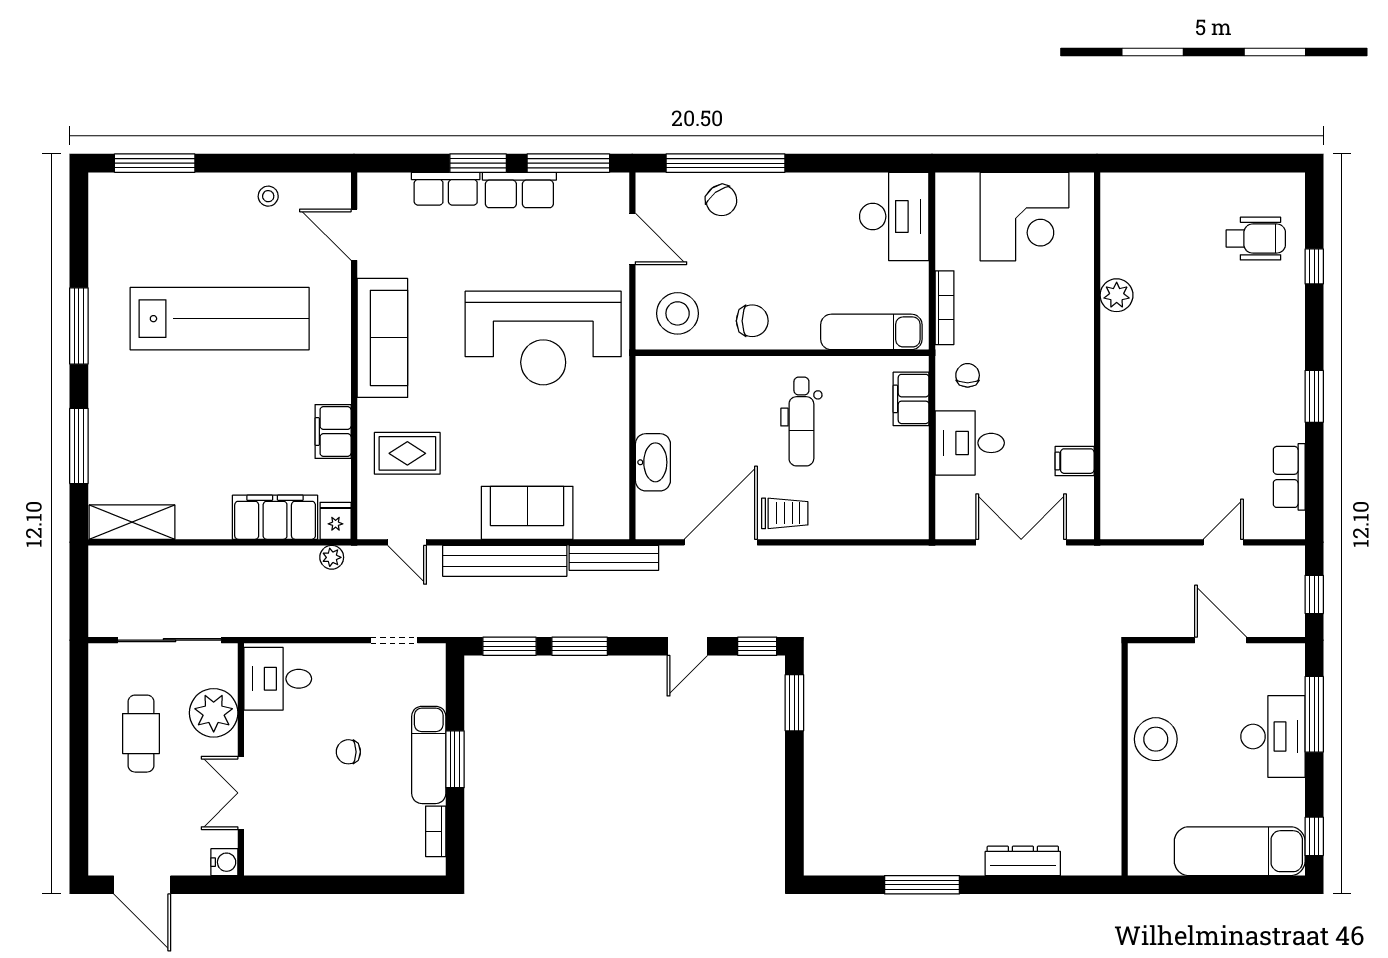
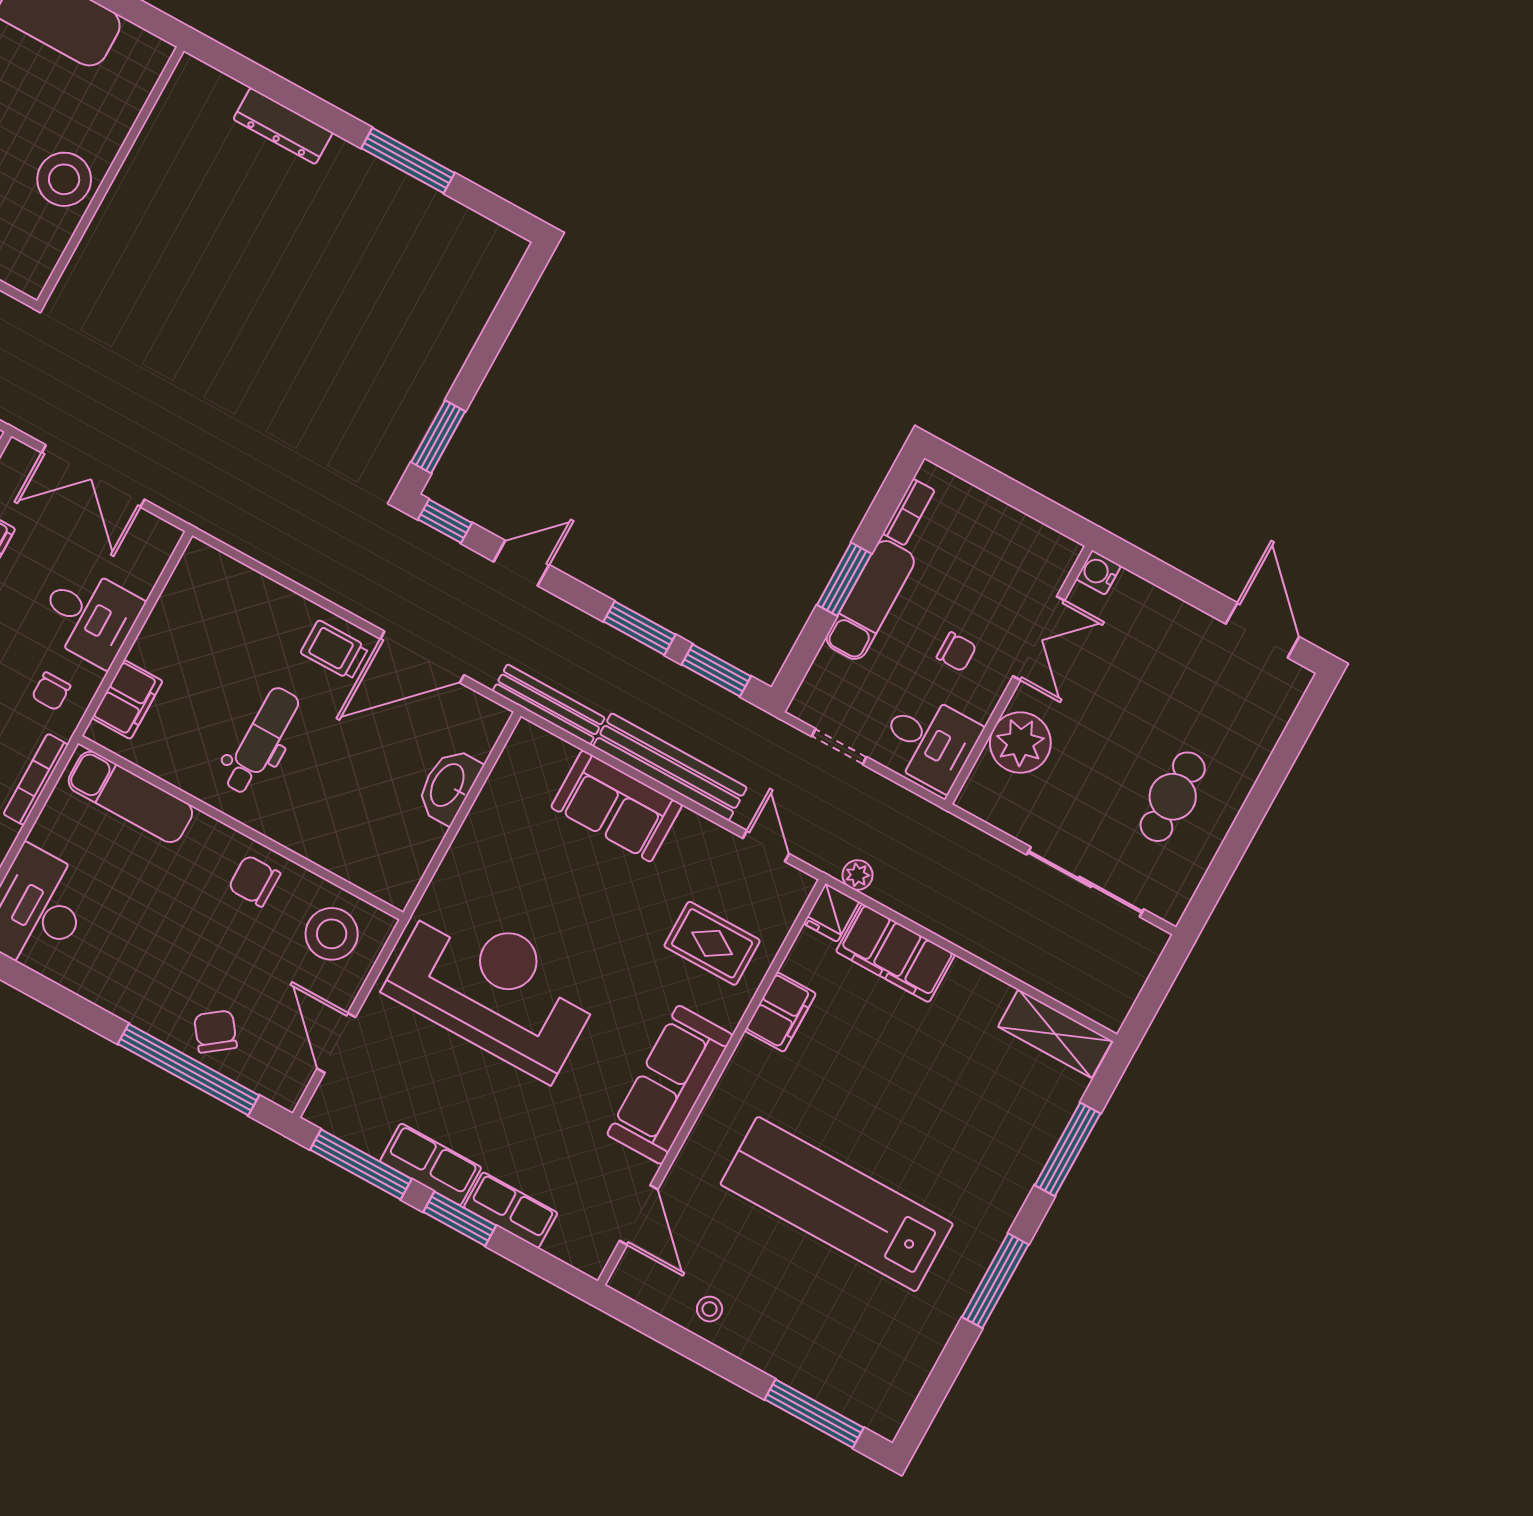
desk: (278, 679) -> (929, 741), moved
plant: (214, 713) -> (1020, 743), moved
wall: (241, 759) -> (1018, 675), moved
double door: (241, 793) -> (1039, 638), moved
water cooler: (224, 862) -> (1098, 572), moved

